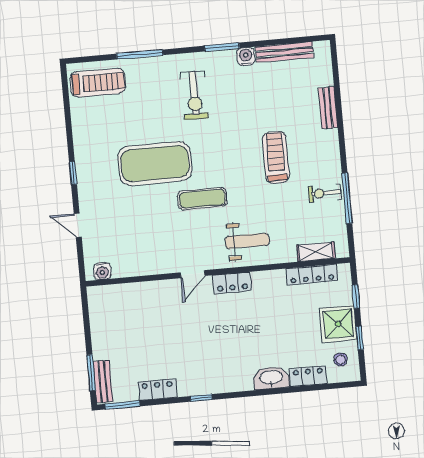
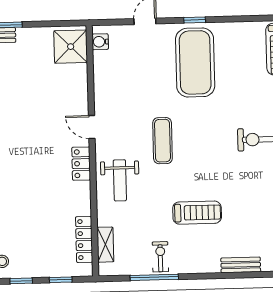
exercise mat: (155, 163) -> (195, 62), moved
shower: (338, 324) -> (71, 47), moved

